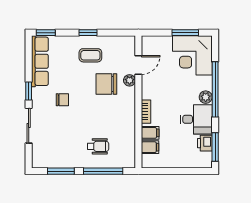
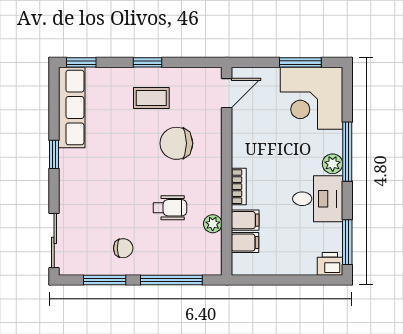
door: (138, 65) -> (227, 93), moved
plant: (130, 80) -> (213, 224), moved
window: (215, 89) -> (347, 152), width x0.68
chair: (62, 100) -> (123, 248), moved
sliding door: (29, 126) -> (54, 240), moved
printer: (205, 143) -> (330, 264), moved, turned 90
wheelchair: (98, 146) -> (170, 208), moved

